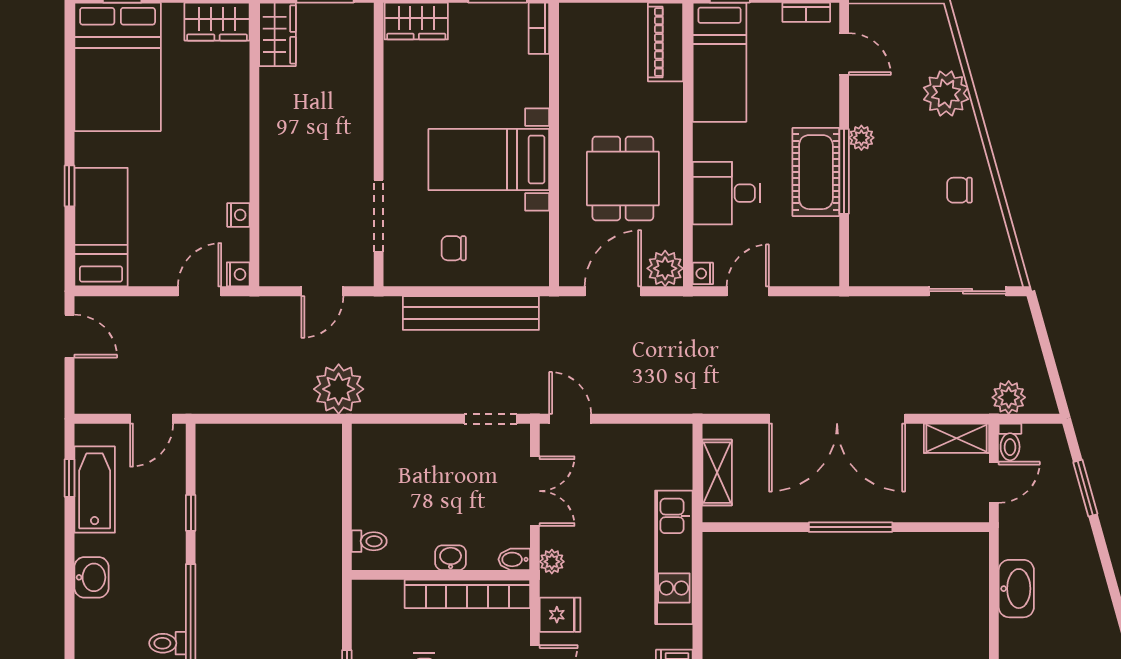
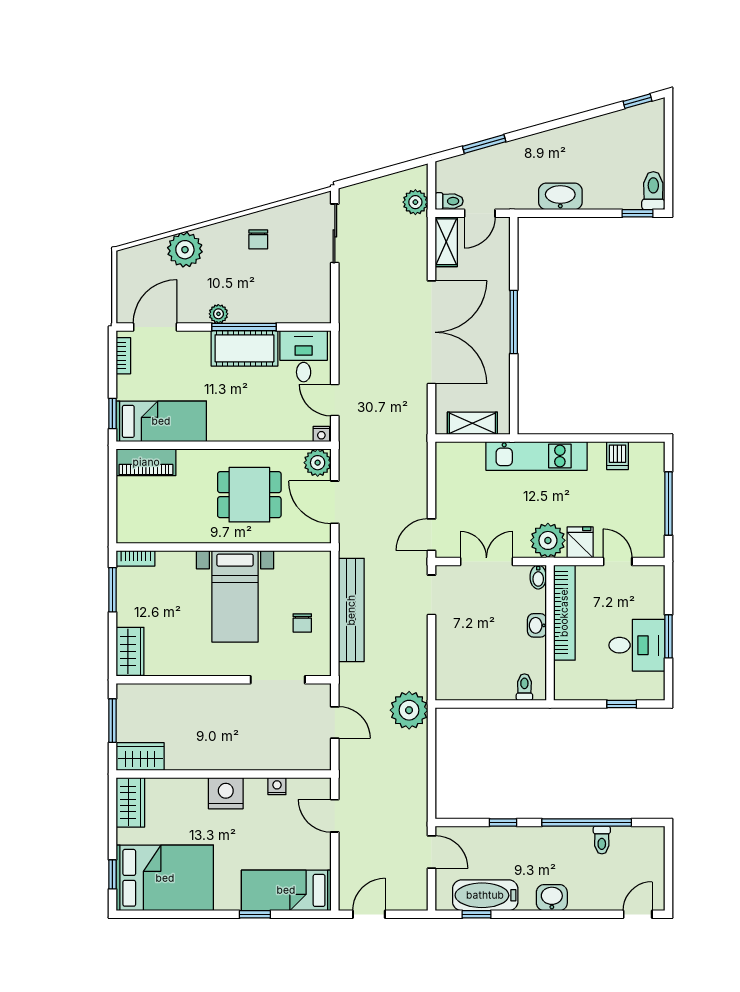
door: (844, 54) -> (155, 327), width x1.38
desk: (726, 193) -> (304, 356), moved, turned 180
nightstand: (238, 274) -> (226, 793), moved, width x1.89, depth x1.79
door: (994, 482) -> (480, 213), swing flipped
plant: (552, 562) -> (548, 540), width x1.87, depth x1.87

